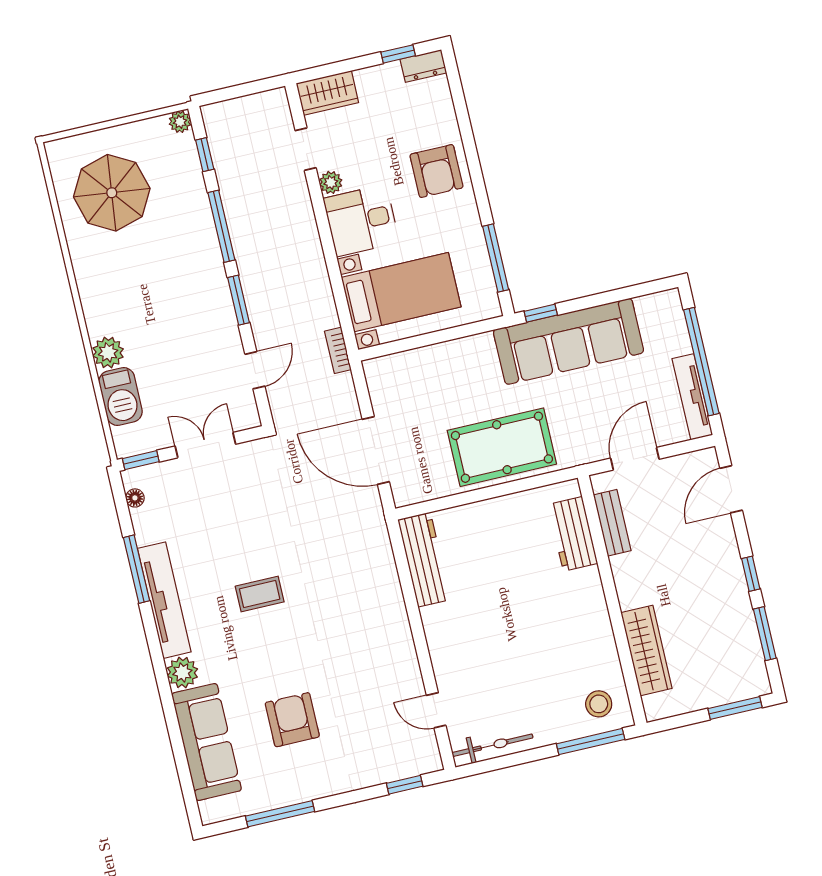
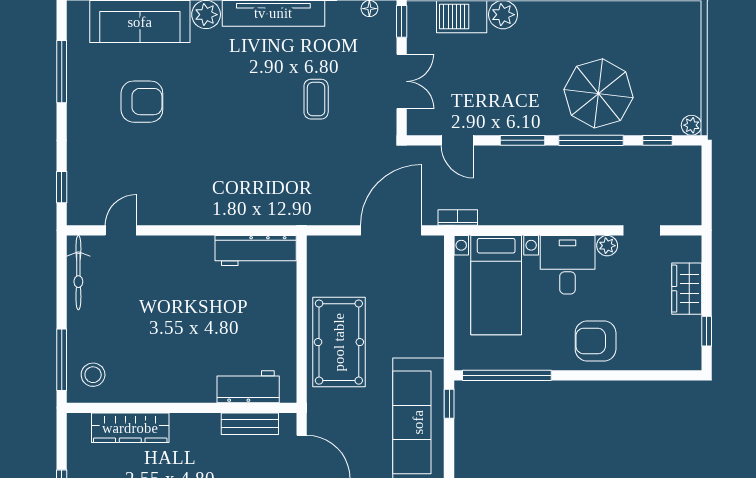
dresser: (423, 66) -> (691, 351), removed
wardrobe: (327, 93) -> (687, 289), moved
parasol: (112, 193) -> (599, 93), moved
window: (496, 258) -> (507, 375), width x1.46
door: (376, 450) -> (391, 230), moved
coffee table: (260, 594) -> (316, 99), moved

